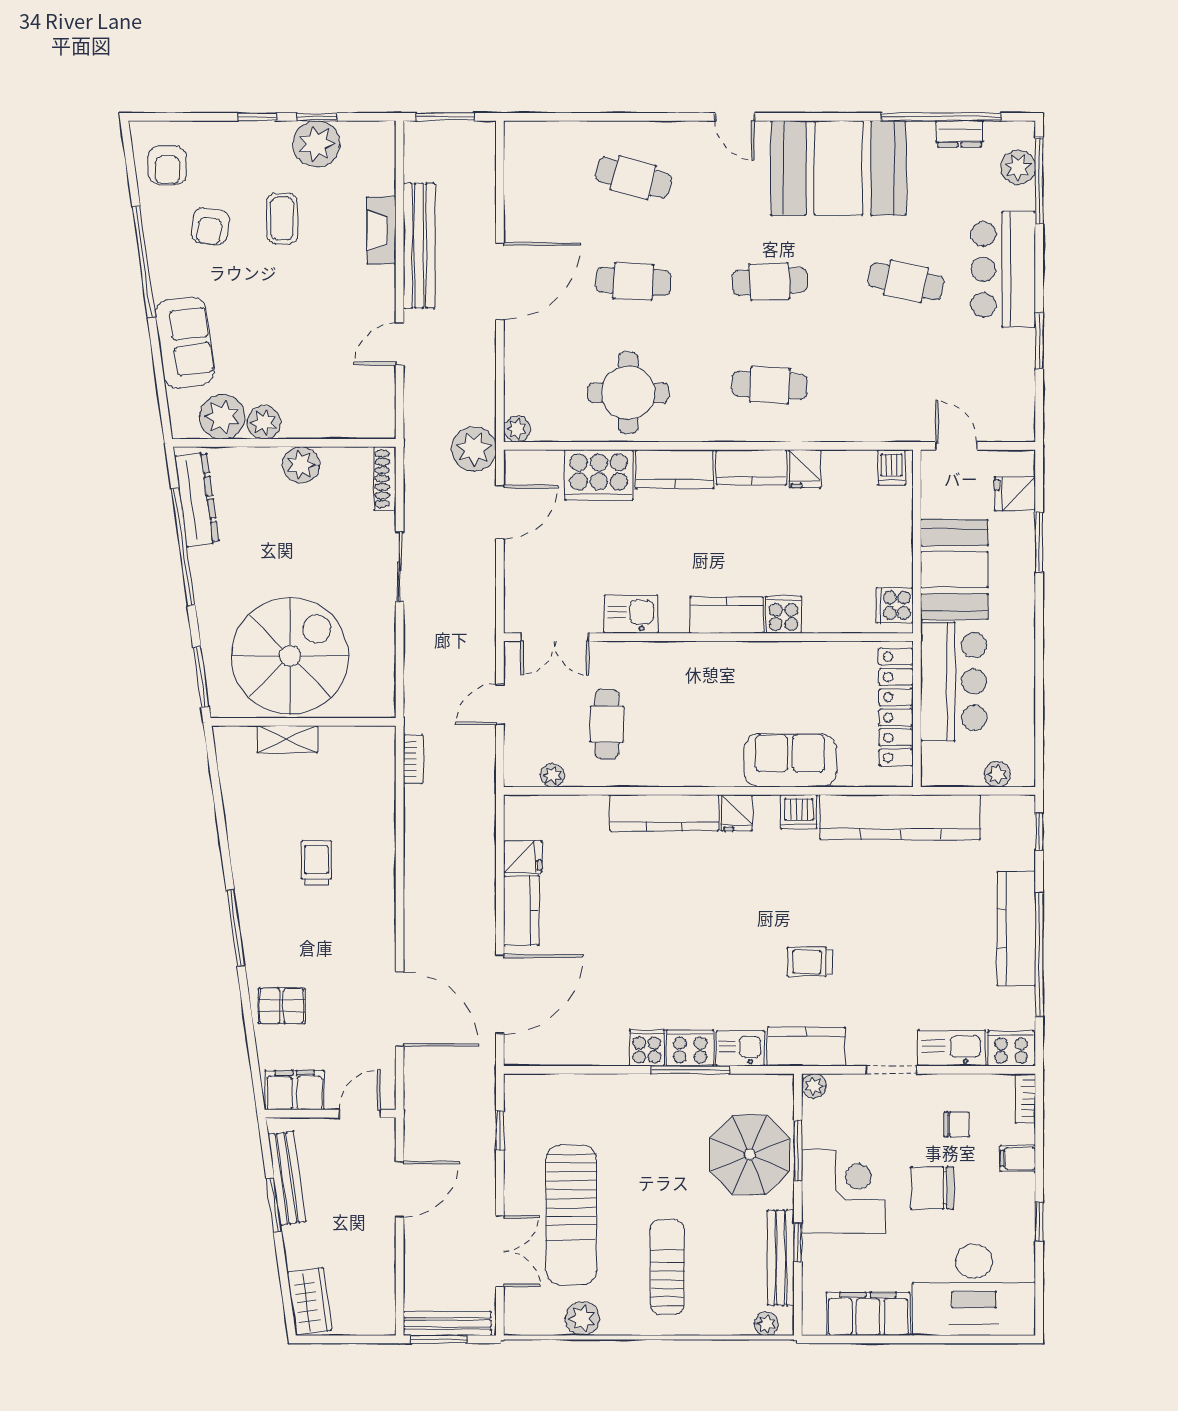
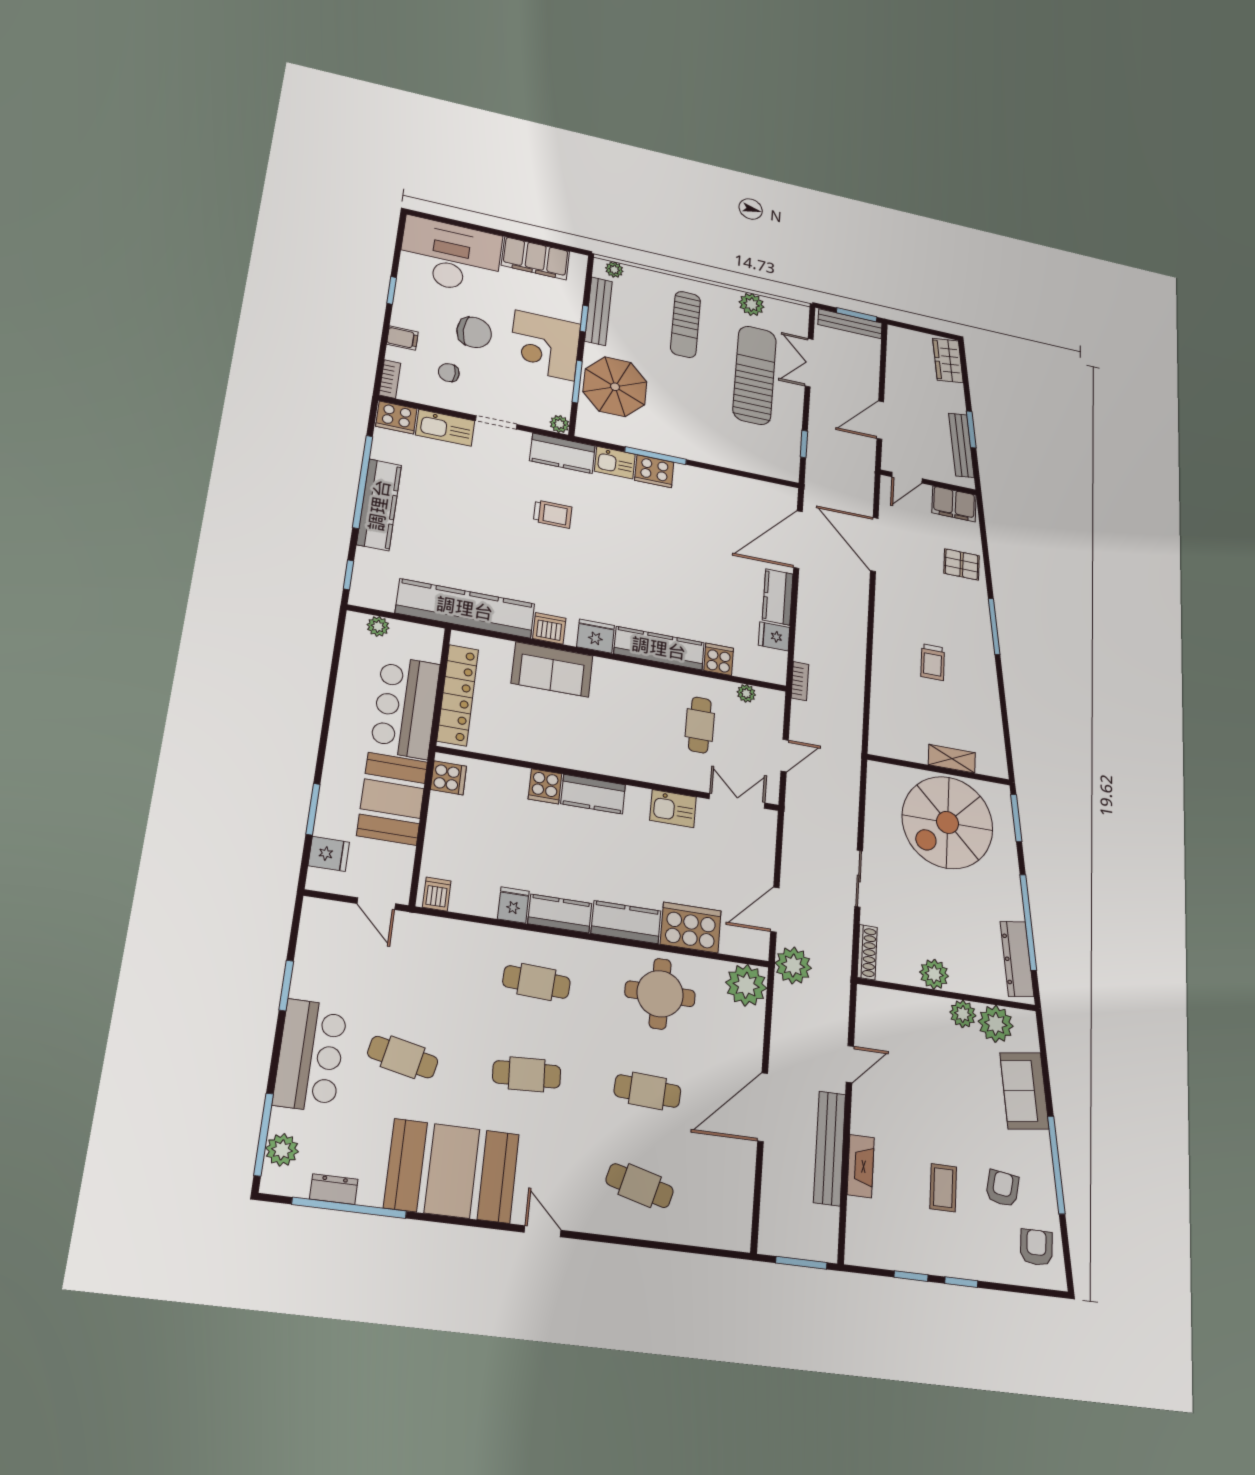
plant: (316, 144) -> (912, 1251), removed
plant: (517, 429) -> (746, 985), width x1.87, depth x1.87
bookcase: (413, 759) -> (800, 681), moved, turned 180
fridge: (737, 813) -> (596, 636), width x1.38
cooker: (647, 1048) -> (719, 659), moved, turned 180

